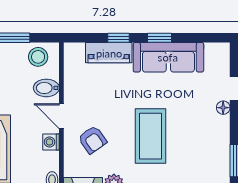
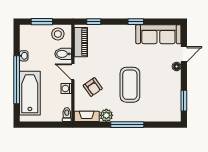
window: (119, 38) -> (94, 22), moved
piano: (109, 53) -> (81, 42), moved, turned -90
sofa: (168, 57) -> (158, 34), moved

